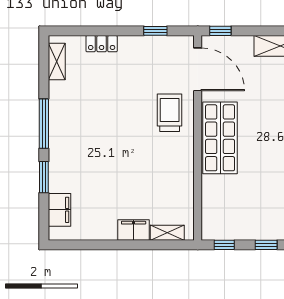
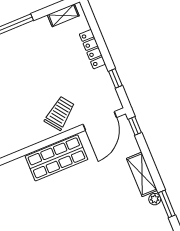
locker: (102, 44) -> (92, 49), width x1.53
trolley: (170, 113) -> (60, 113), turned -37

